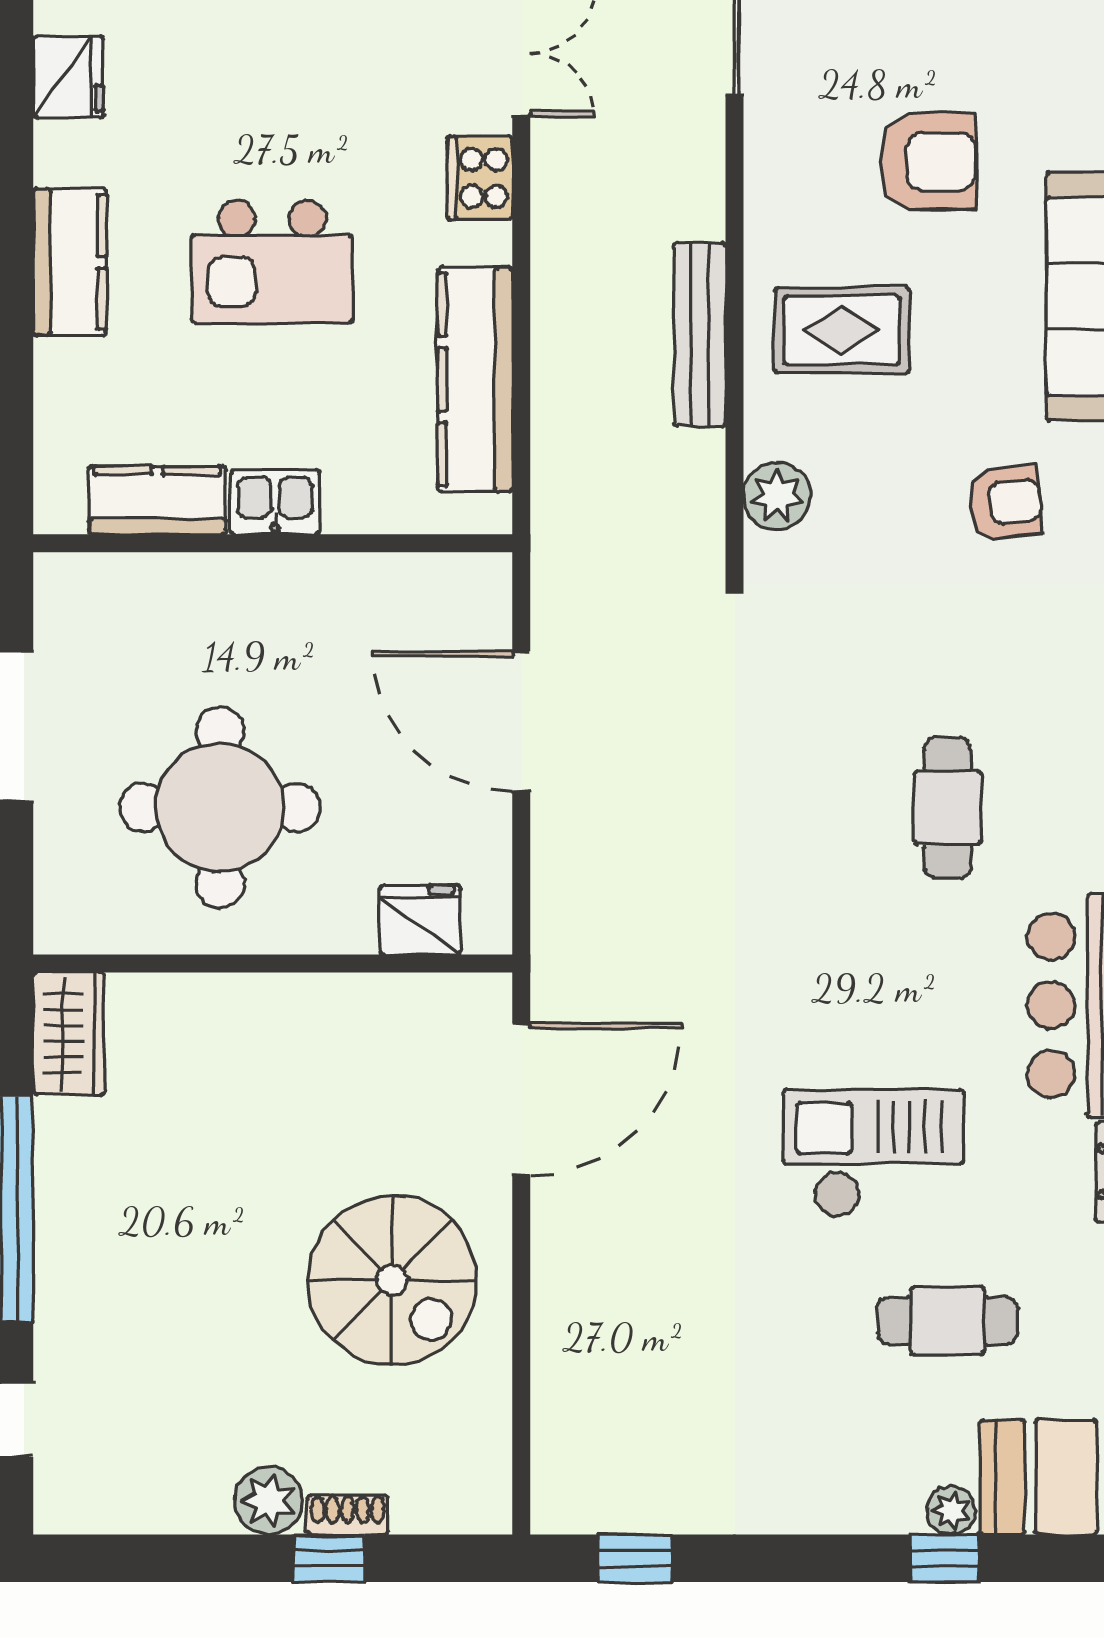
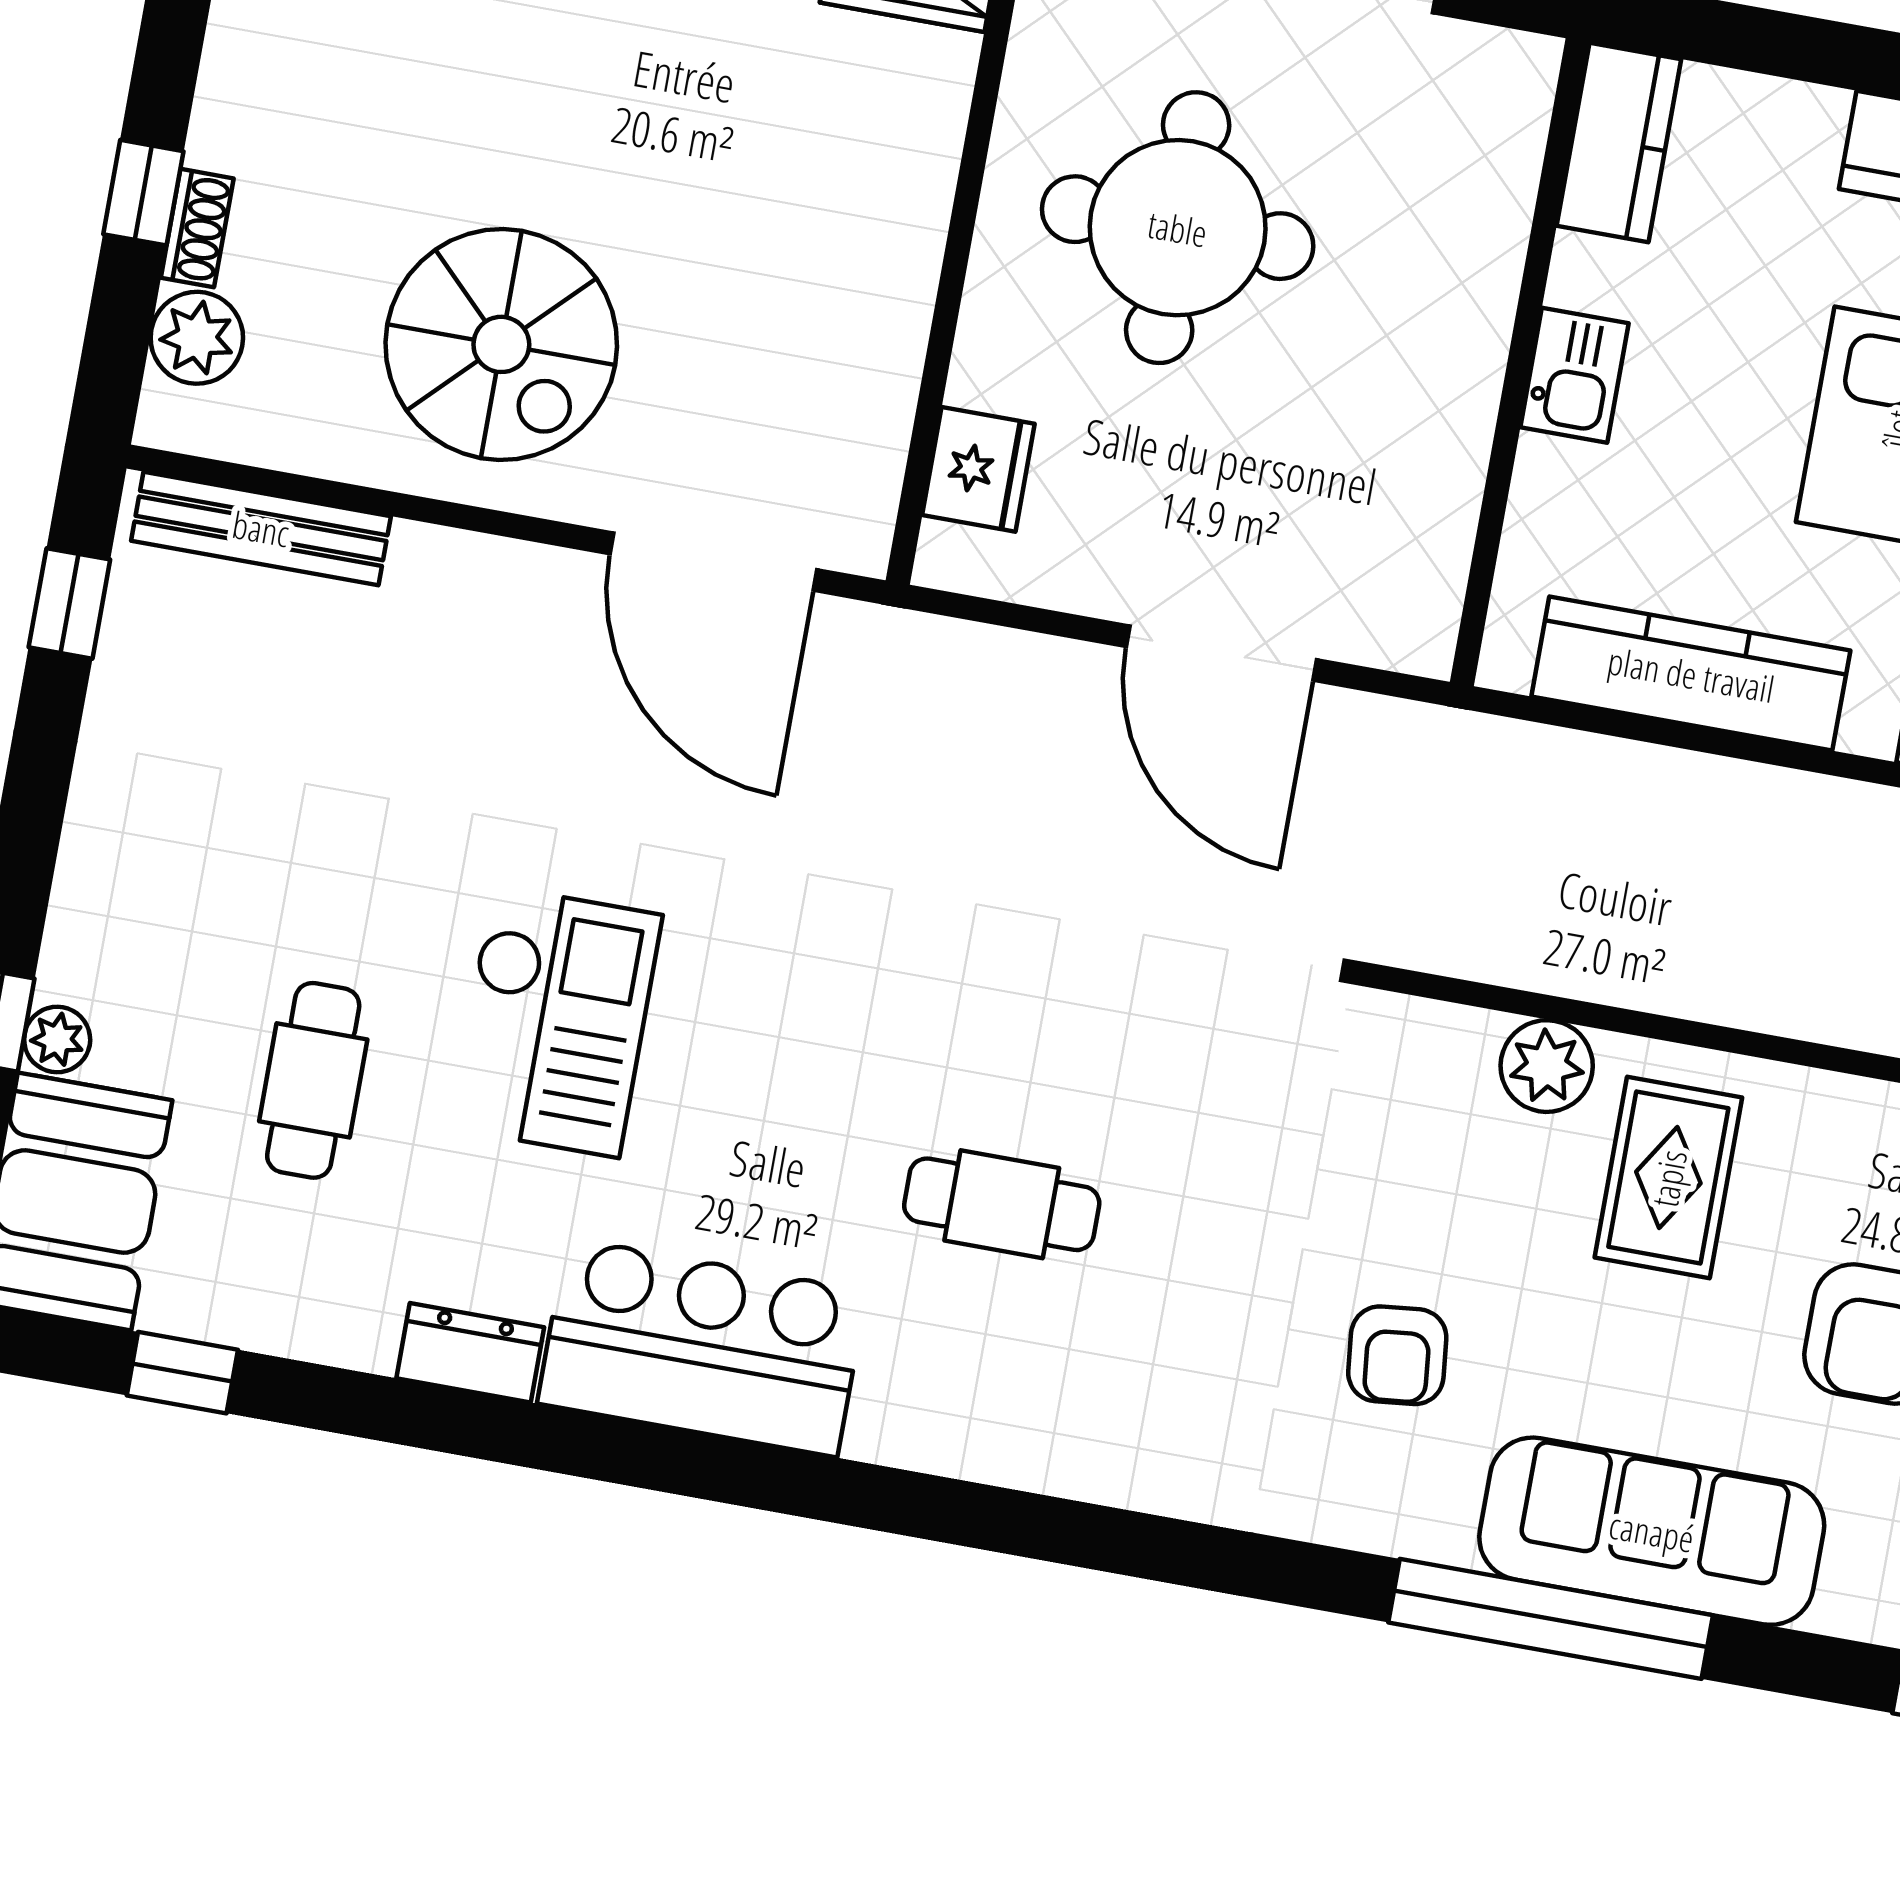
bench: (700, 335) -> (261, 528), moved
plant: (777, 496) -> (1547, 1066), moved
kitchen counter: (157, 500) -> (1619, 143), moved
door: (521, 721) -> (1221, 653), swing flipped
spiral stairs: (392, 1280) -> (501, 344), turned -90
plant: (268, 1501) -> (197, 338), moved

